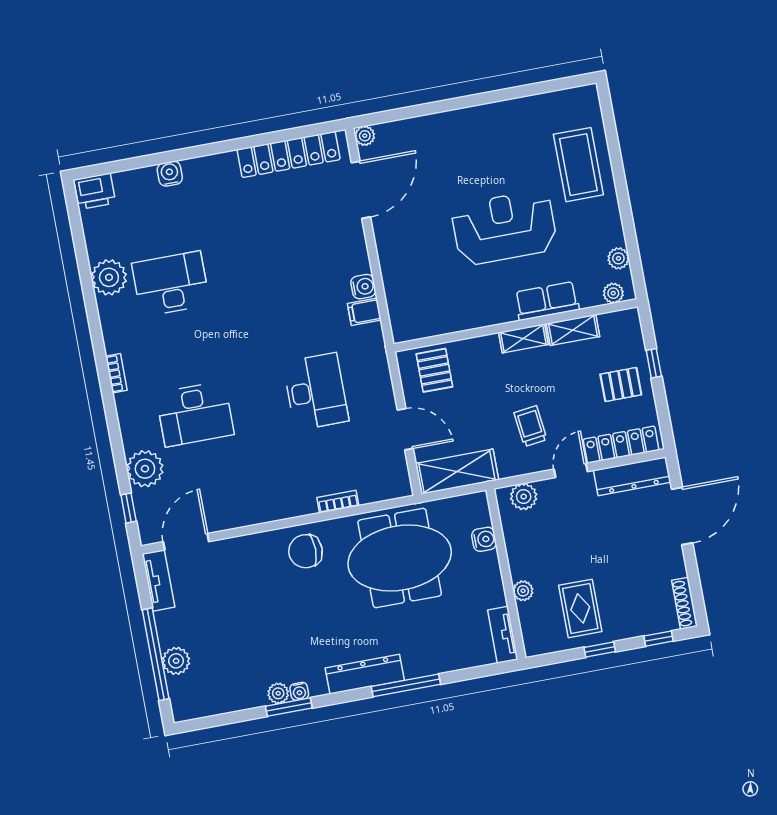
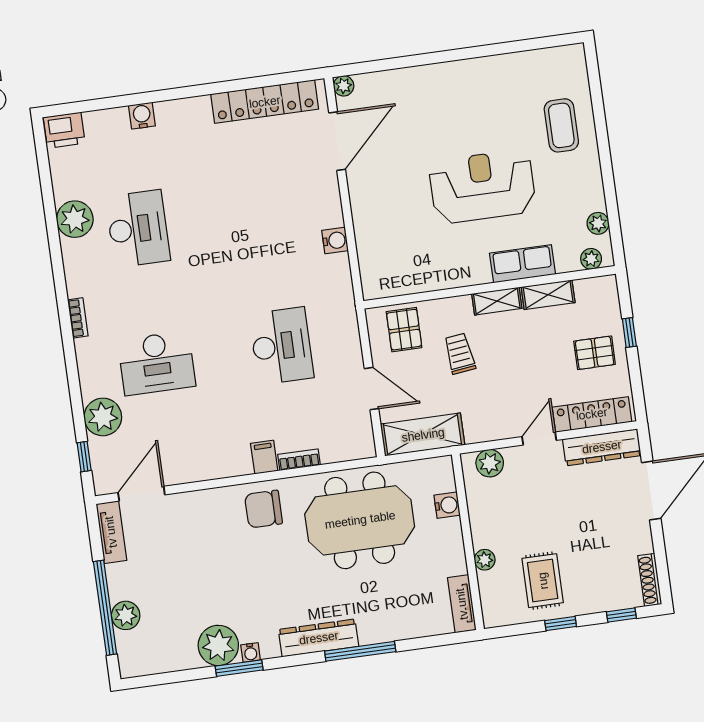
coffee table: (578, 165) -> (561, 125), width x0.73, depth x0.76
desk: (171, 284) -> (138, 229), turned 90
filing cabinet: (364, 312) -> (264, 457), moved, turned 90
trolley: (530, 426) -> (460, 354), moved
plant: (278, 693) -> (218, 645), width x1.88, depth x1.88

